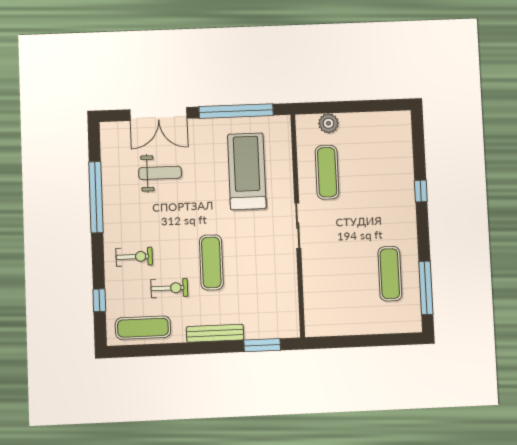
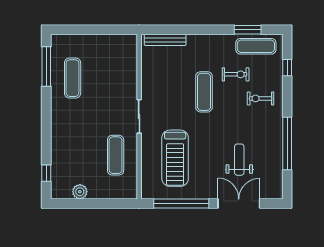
plant: (328, 123) -> (80, 192), moved
weight bench: (160, 173) -> (239, 160), turned 90
window: (421, 191) -> (46, 173), moved
exercise bike: (169, 288) -> (236, 74), turned 180
bench: (215, 333) -> (165, 40), moved
window: (262, 345) -> (248, 30), moved

